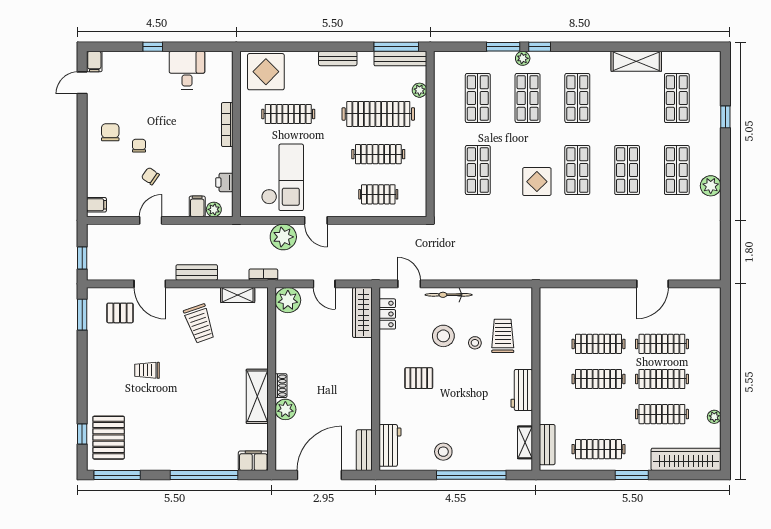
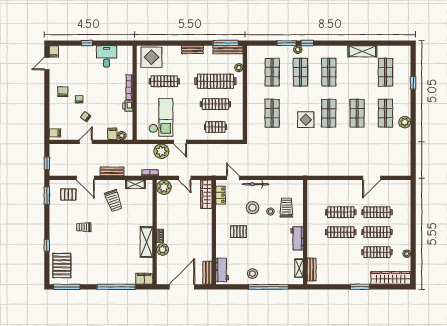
printer: (224, 182) -> (128, 106), moved
window: (82, 434) -> (47, 245), moved
clothes rail: (598, 449) -> (341, 272), removed

